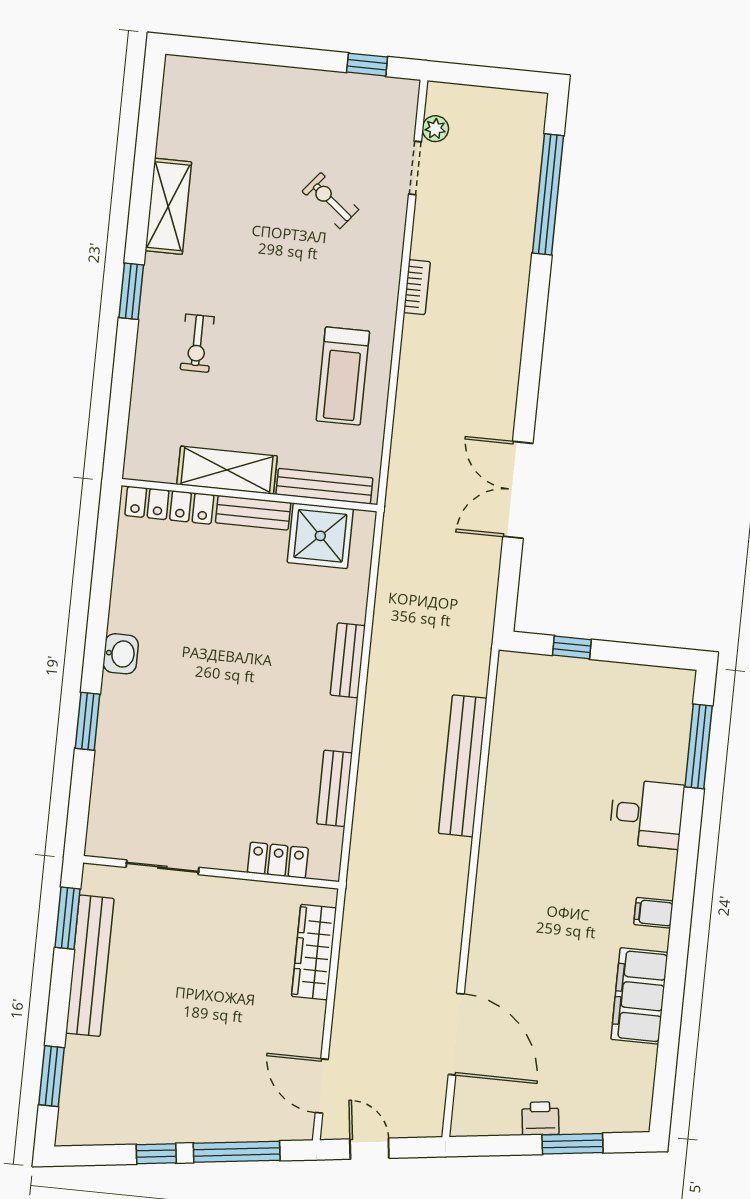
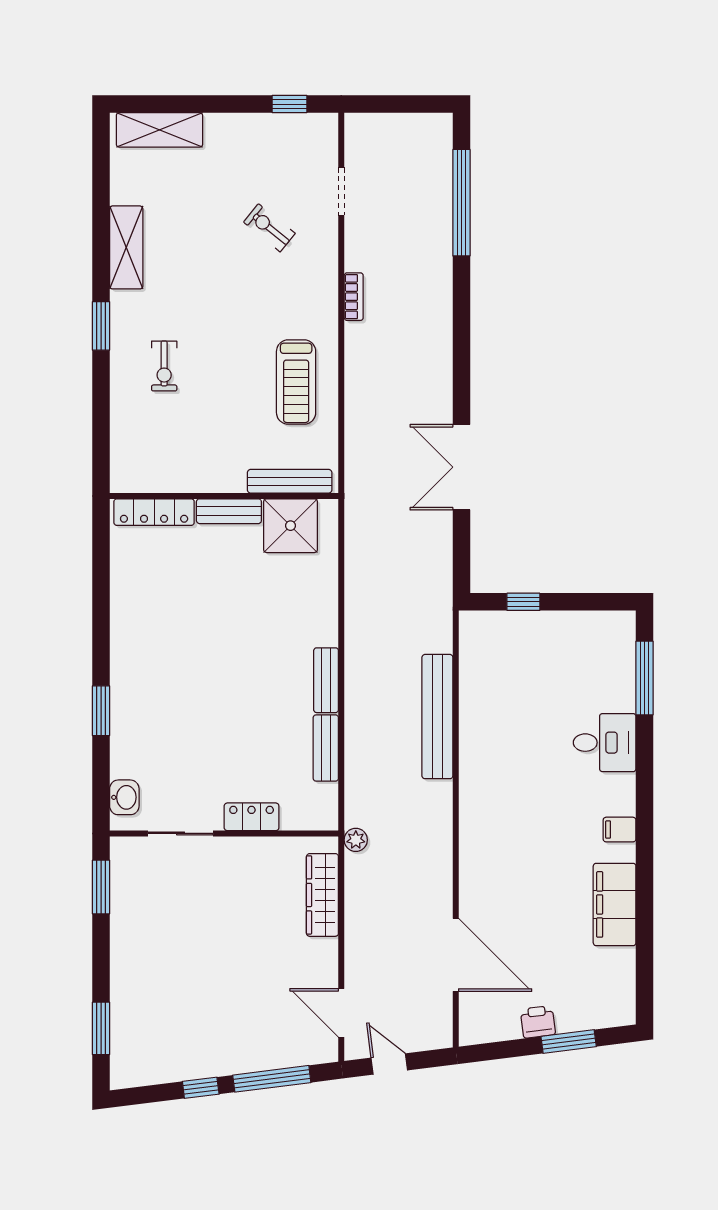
plant: (435, 129) -> (356, 840), moved
shelving: (227, 470) -> (159, 130), moved
washbasin: (121, 654) -> (124, 797), moved
bench: (348, 660) -> (326, 680), moved
locker: (278, 860) -> (252, 817), moved
bench: (90, 966) -> (125, 927), removed

